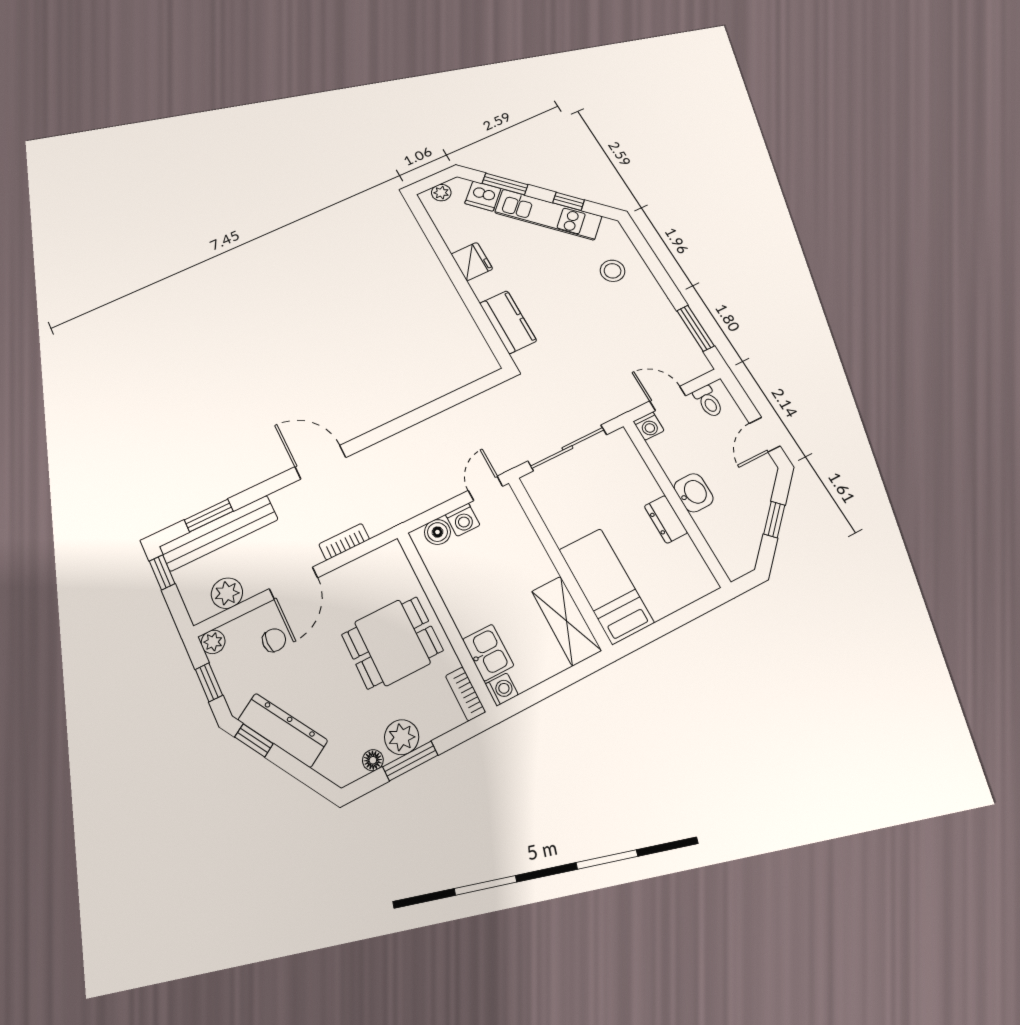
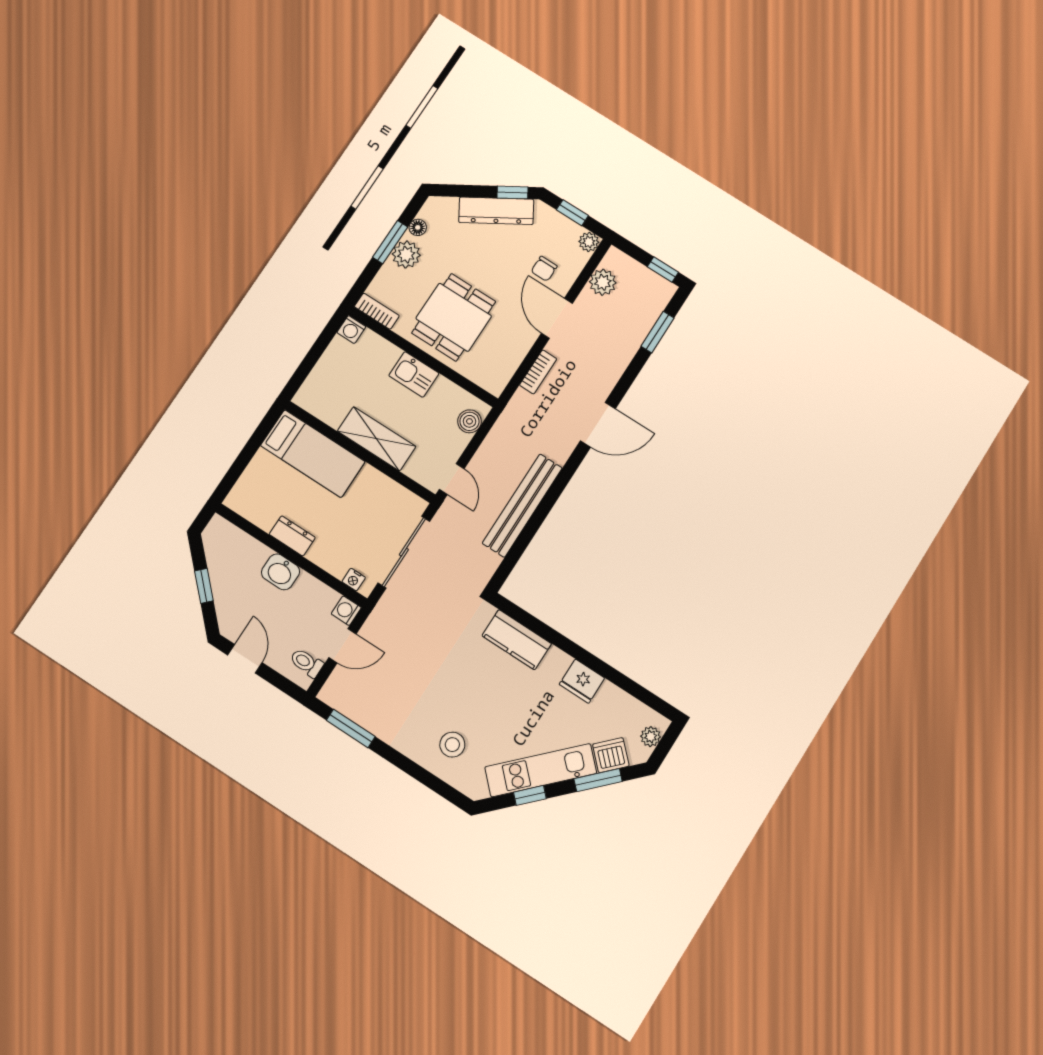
nightstand: (627, 449) -> (354, 580), added
washing machine: (463, 520) -> (455, 443), removed
bench: (219, 533) -> (522, 505), moved
shelving: (566, 621) -> (377, 439), moved
kitchen sink: (488, 653) -> (414, 374), moved

